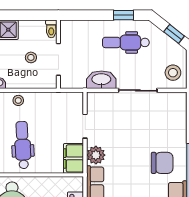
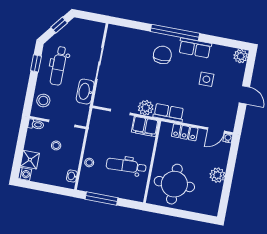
stool: (173, 73) -> (43, 100), moved

